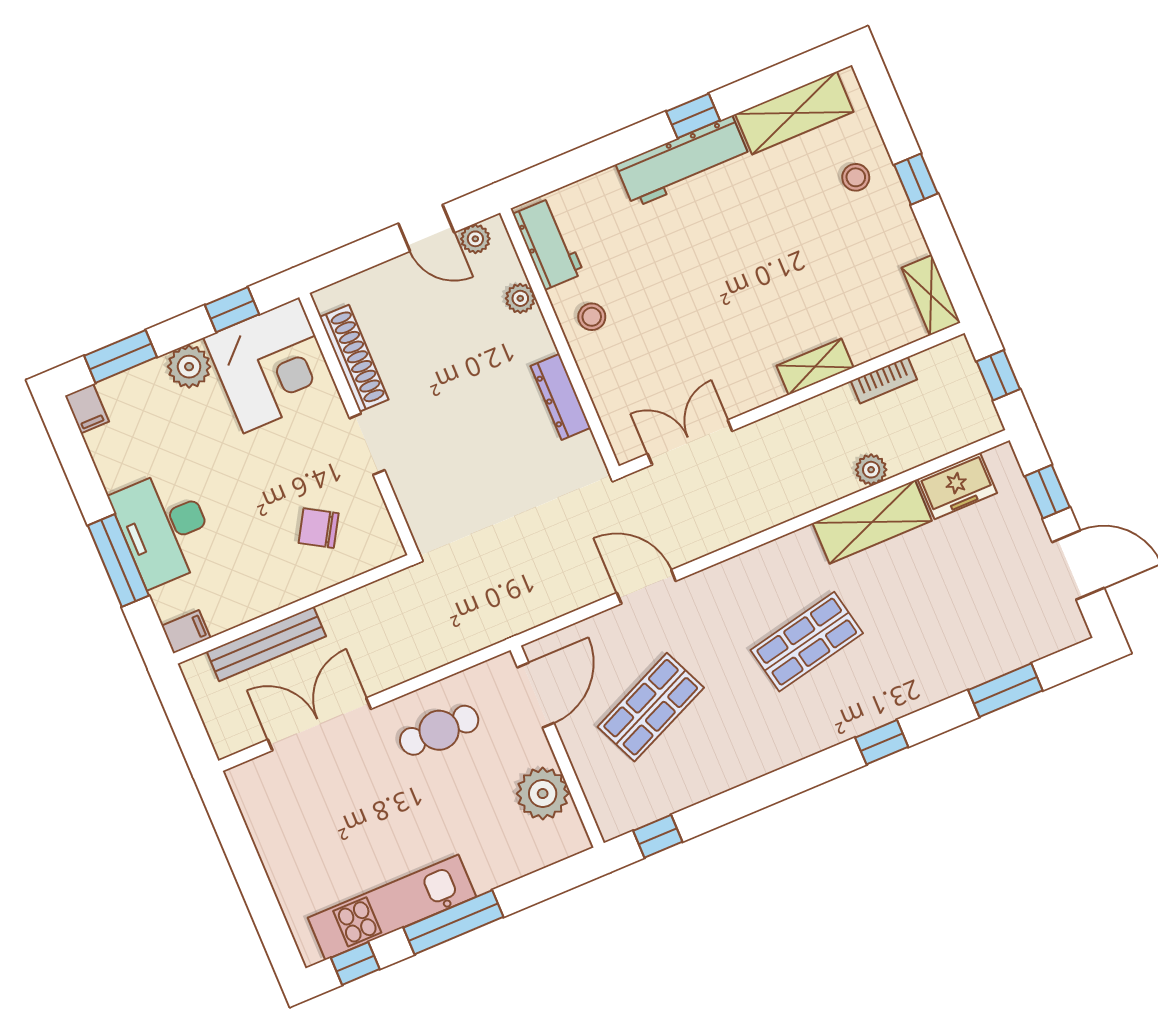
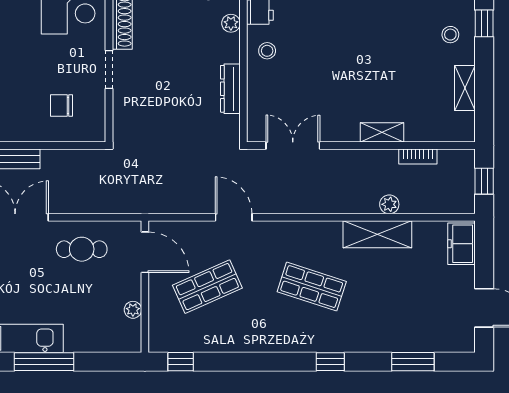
window: (916, 179) -> (484, 23), moved
shelving: (931, 295) -> (465, 88), moved
freezer: (957, 486) -> (462, 244), moved, turned 90
window: (1047, 492) -> (484, 259), removed
chair: (319, 528) -> (62, 106), turned -31
shop shelf: (807, 642) -> (312, 287), turned 30
door: (536, 695) -> (145, 252), hinge flipped
plant: (543, 793) -> (133, 310), width x0.53, depth x0.53

